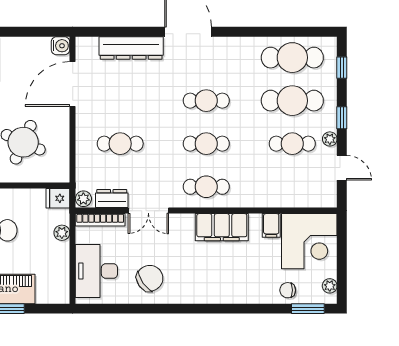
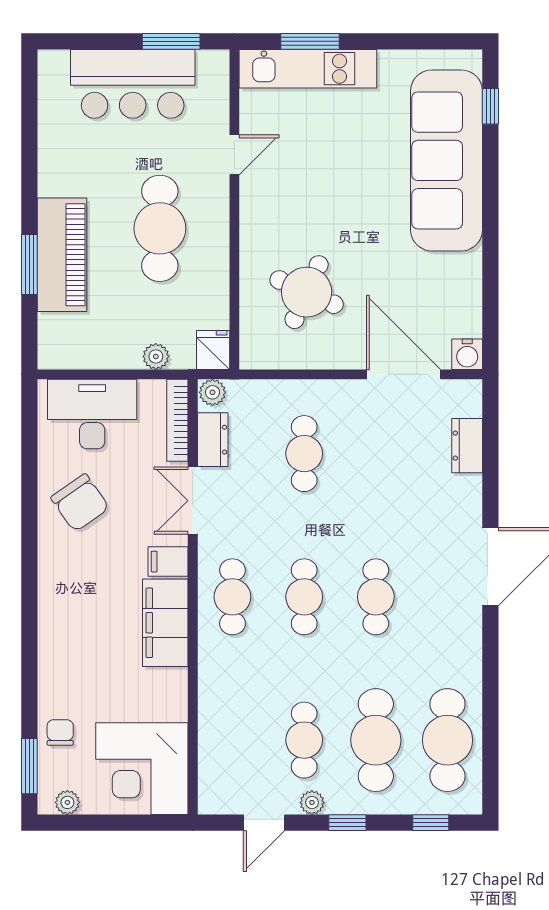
dresser: (131, 48) -> (467, 446), width x0.51, depth x0.80
filing cabinet: (271, 225) -> (168, 562), moved

